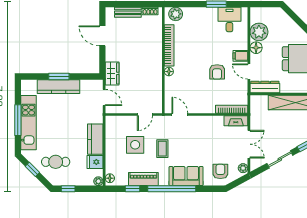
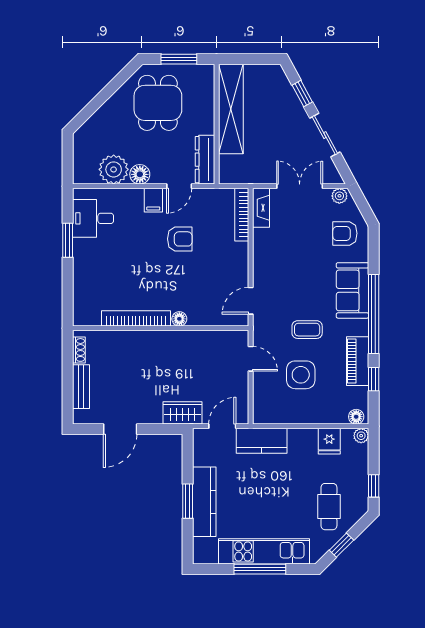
plant: (176, 14) -> (84, 308), removed
kitchen counter: (95, 139) -> (262, 441), moved

